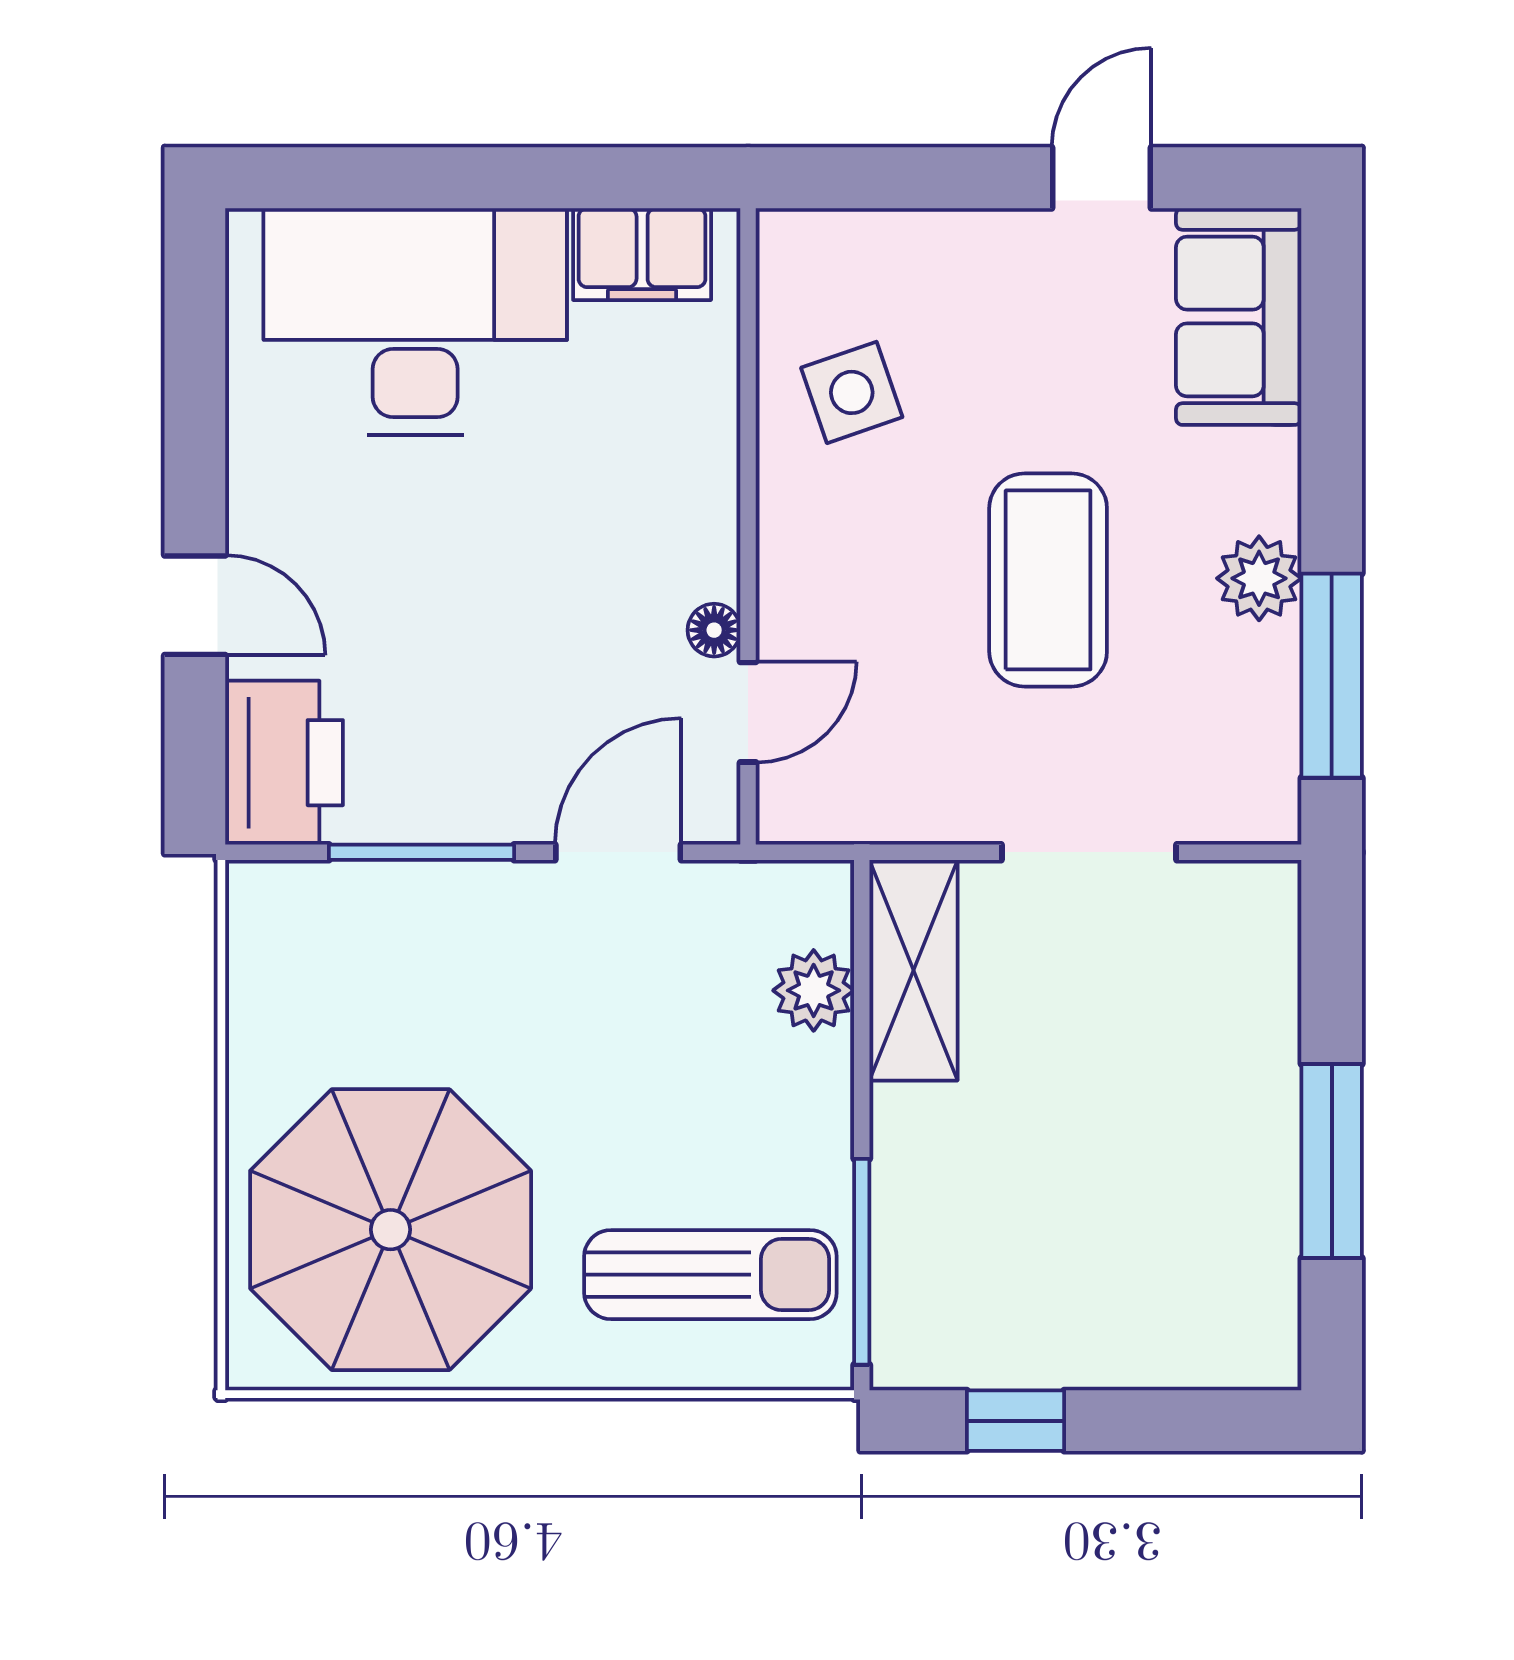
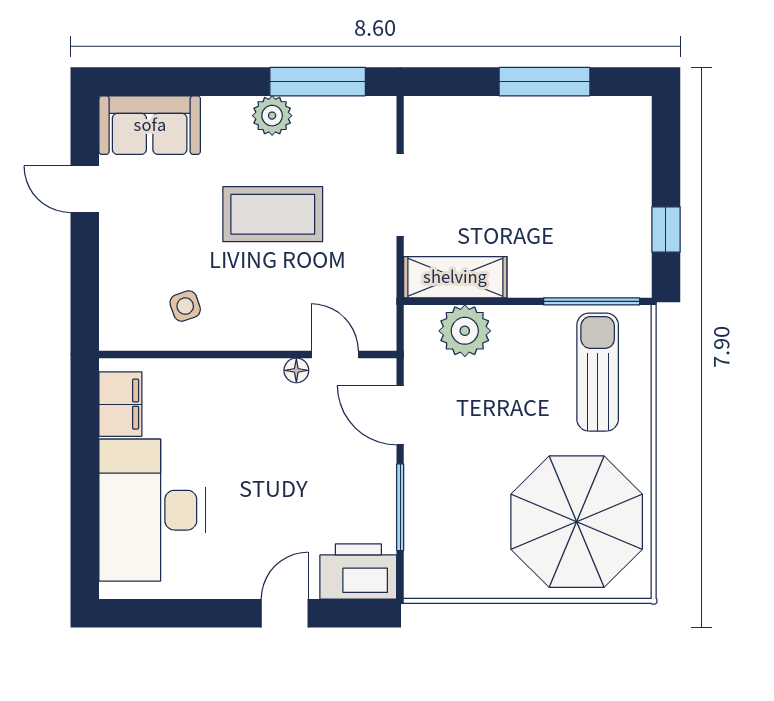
side table: (852, 392) -> (185, 306), width x0.73, depth x0.73
plant: (814, 990) -> (465, 331), width x1.36, depth x1.36

